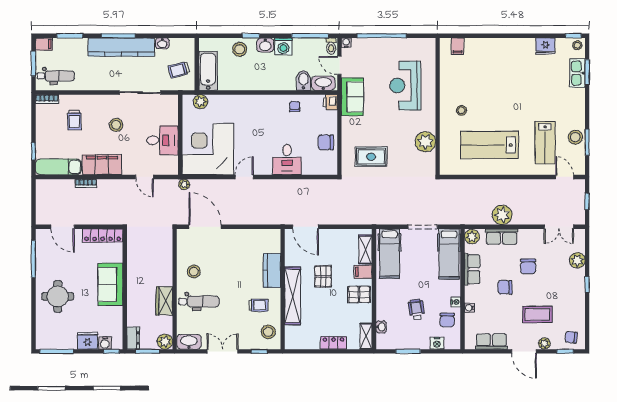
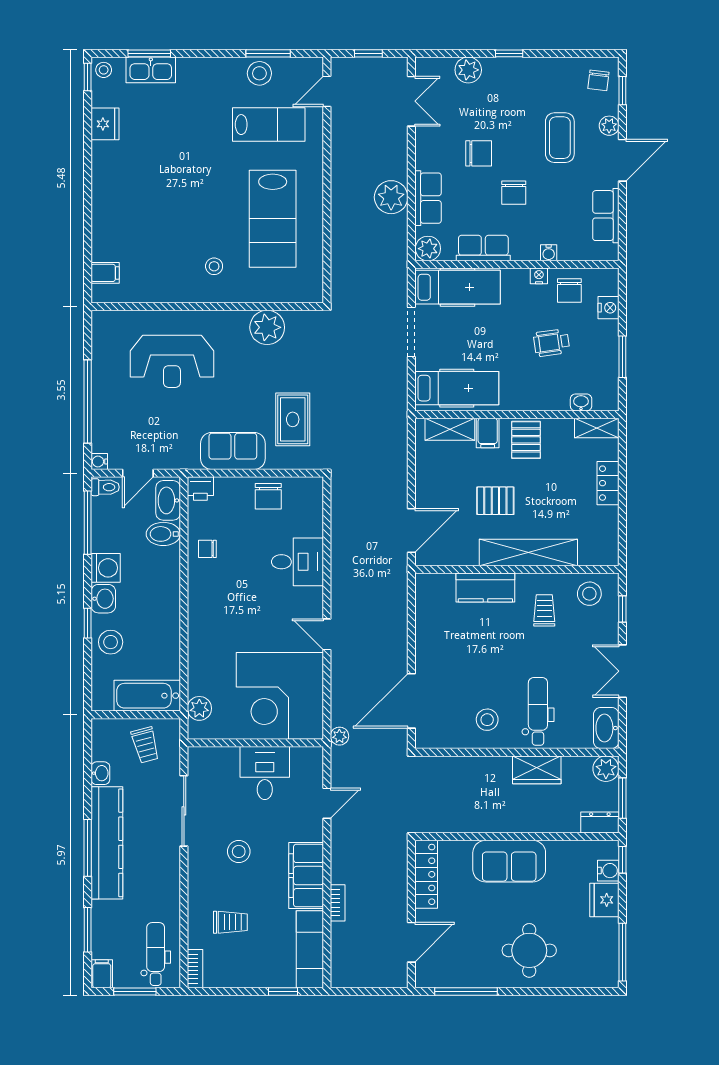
sofa: (352, 97) -> (233, 451), moved
chair: (447, 320) -> (569, 291), turned 90

